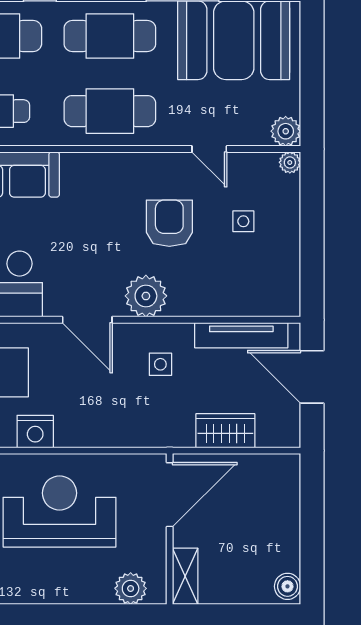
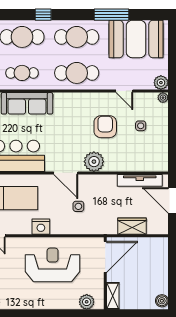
side table: (160, 364) -> (78, 206), moved

